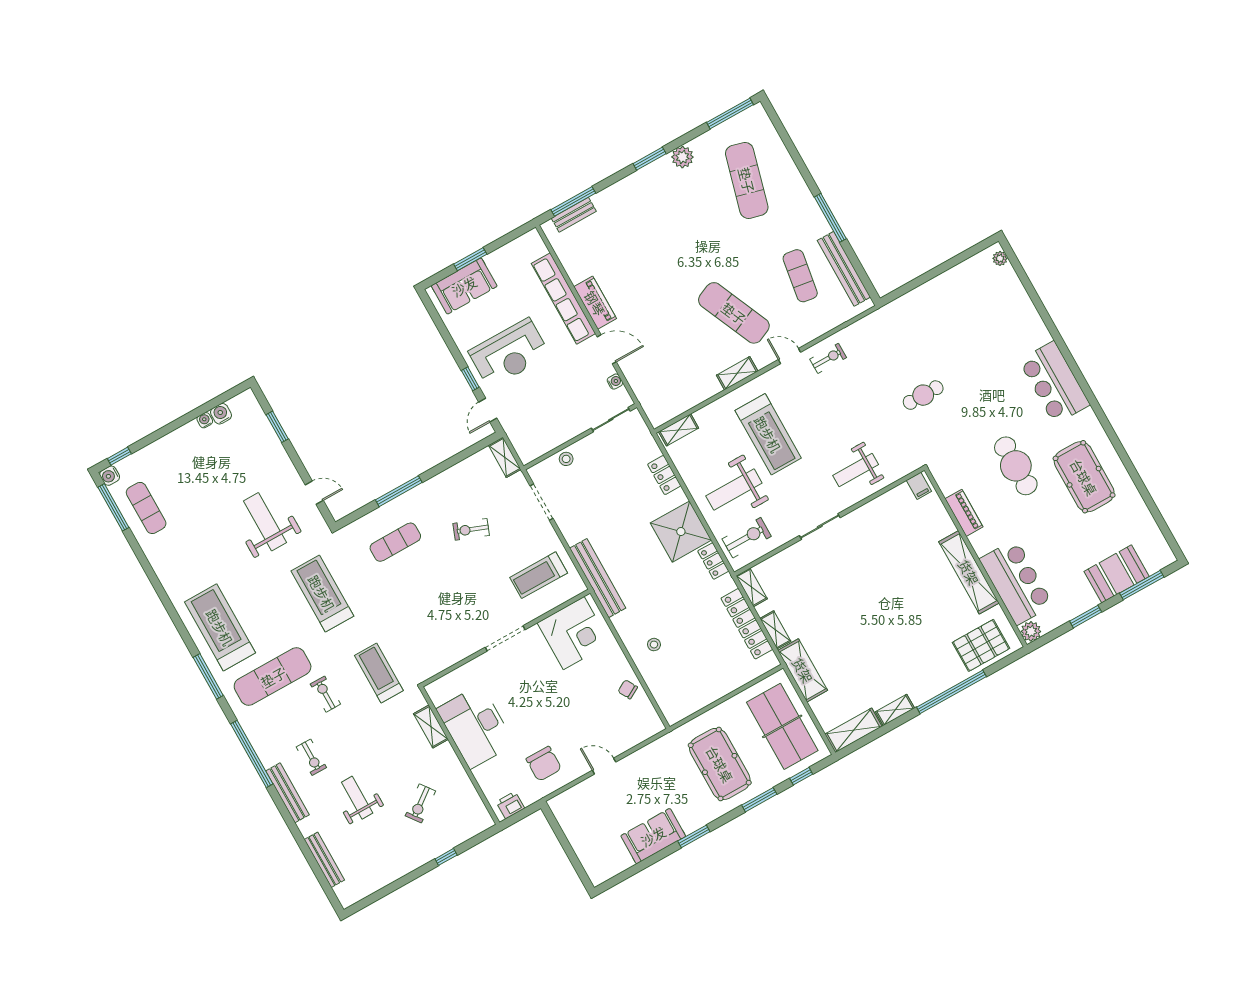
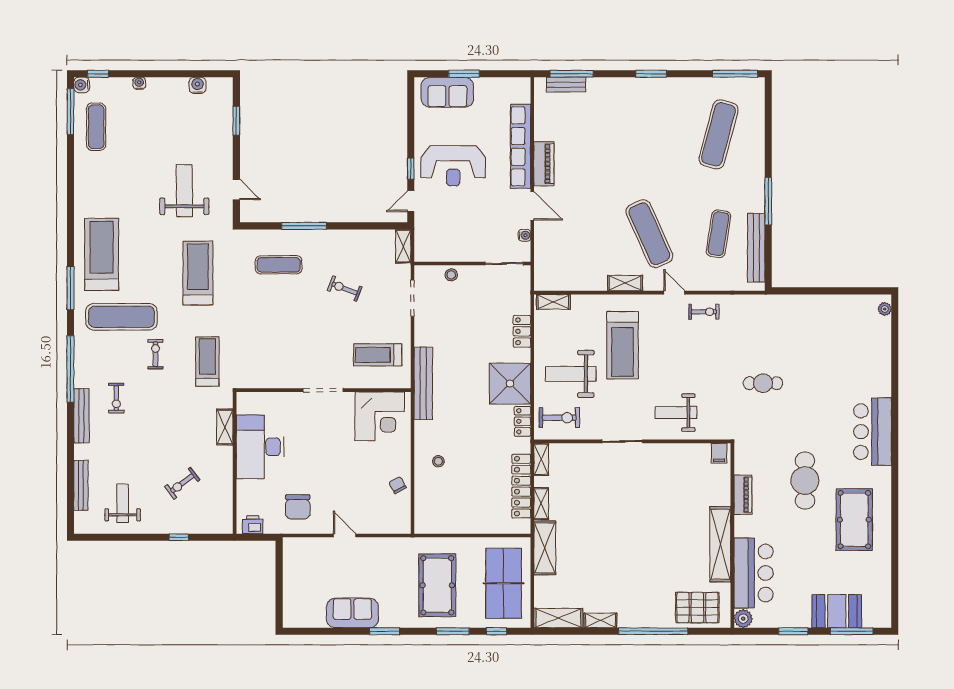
plant: (682, 157) -> (678, 87), removed
water cooler: (205, 420) -> (139, 83), moved
weight bench: (357, 798) -> (123, 503), moved

